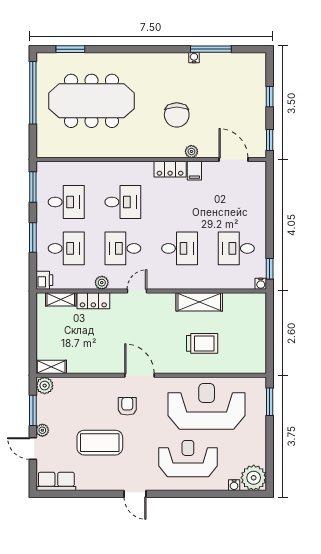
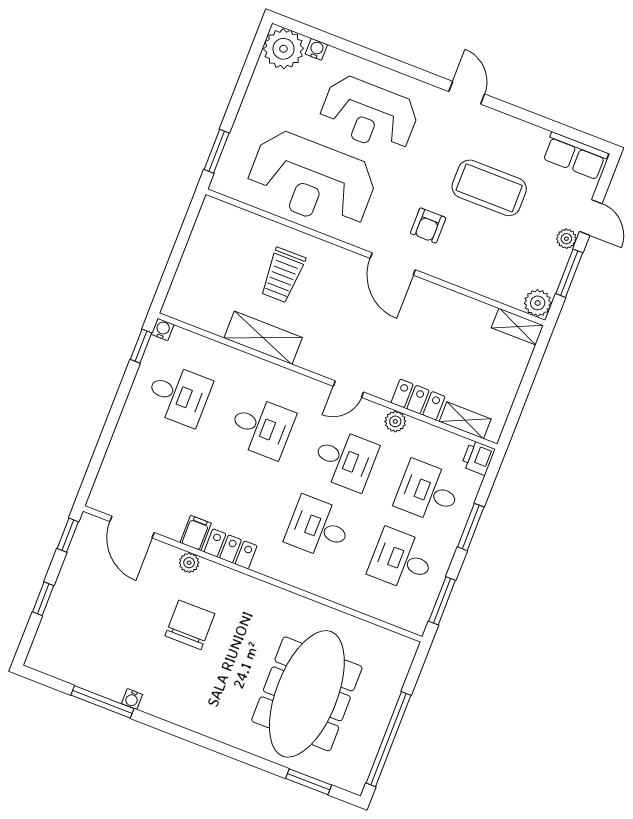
meeting table: (92, 101) -> (307, 694), turned 90
desk: (180, 248) -> (262, 427), turned 180
trolley: (202, 343) -> (283, 275), turned -90

